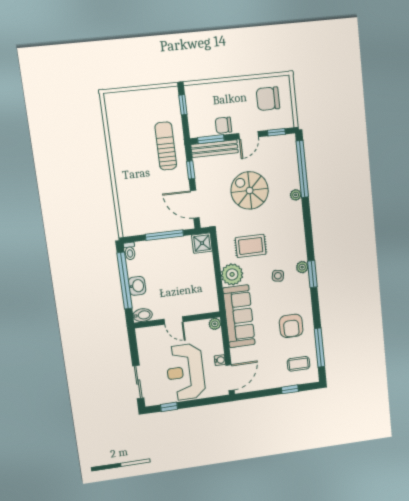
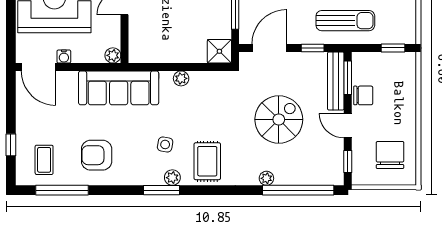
chair: (223, 125) -> (363, 95), turned 90
rug: (251, 246) -> (207, 161), moved
plant: (232, 274) -> (181, 78), width x0.53, depth x0.53

